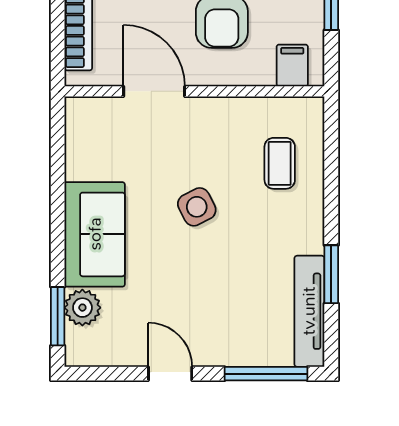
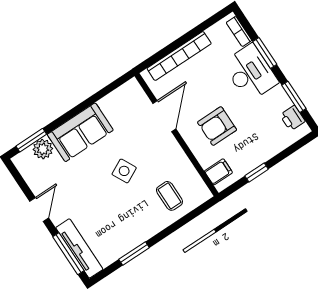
coffee table: (280, 163) -> (169, 196), turned 90
tv unit: (309, 311) -> (79, 248), moved, turned 90

